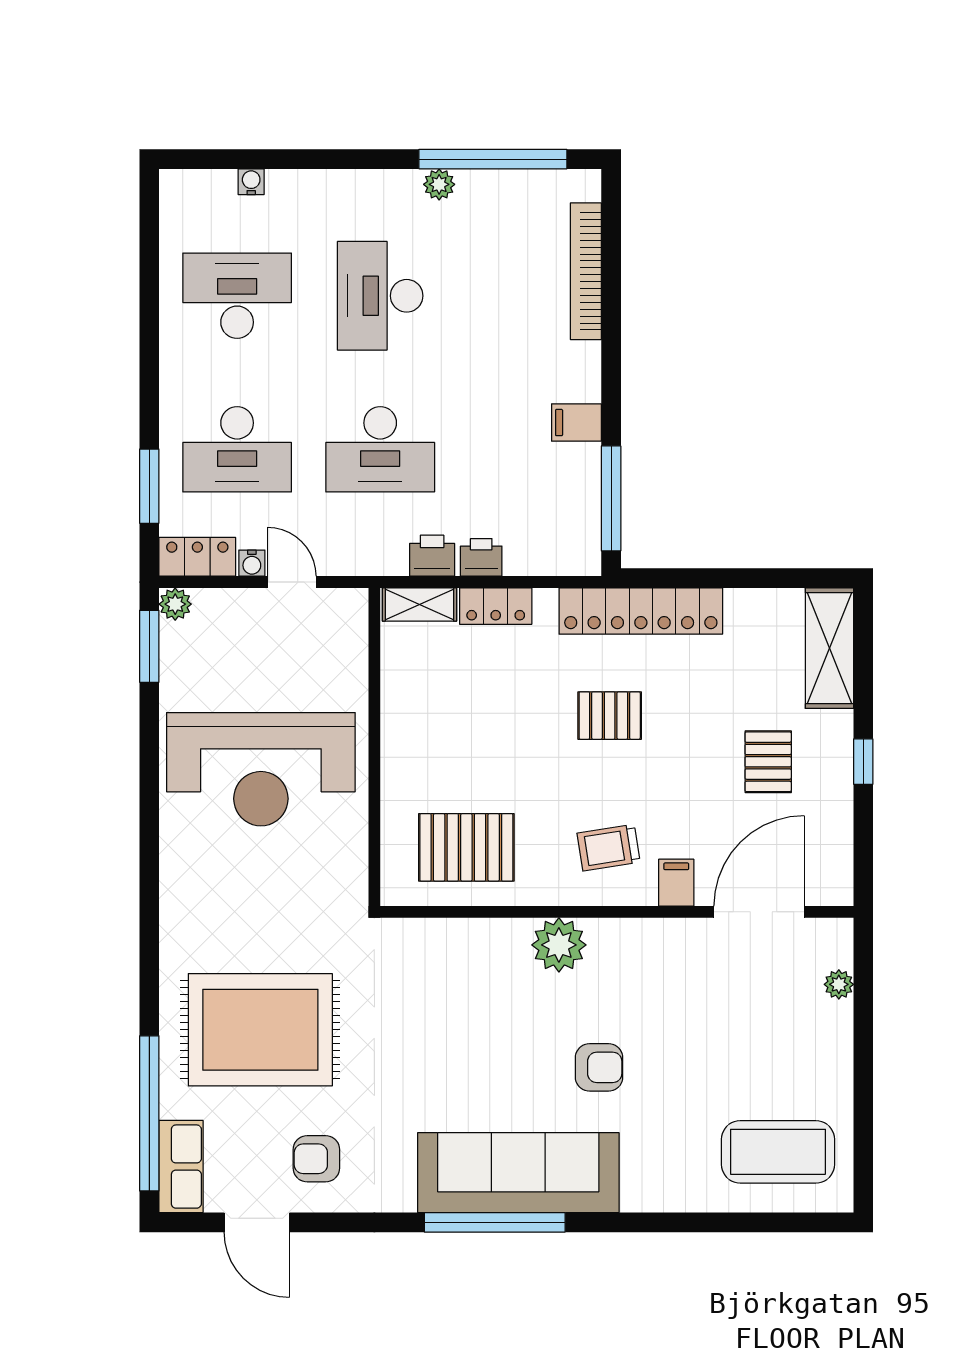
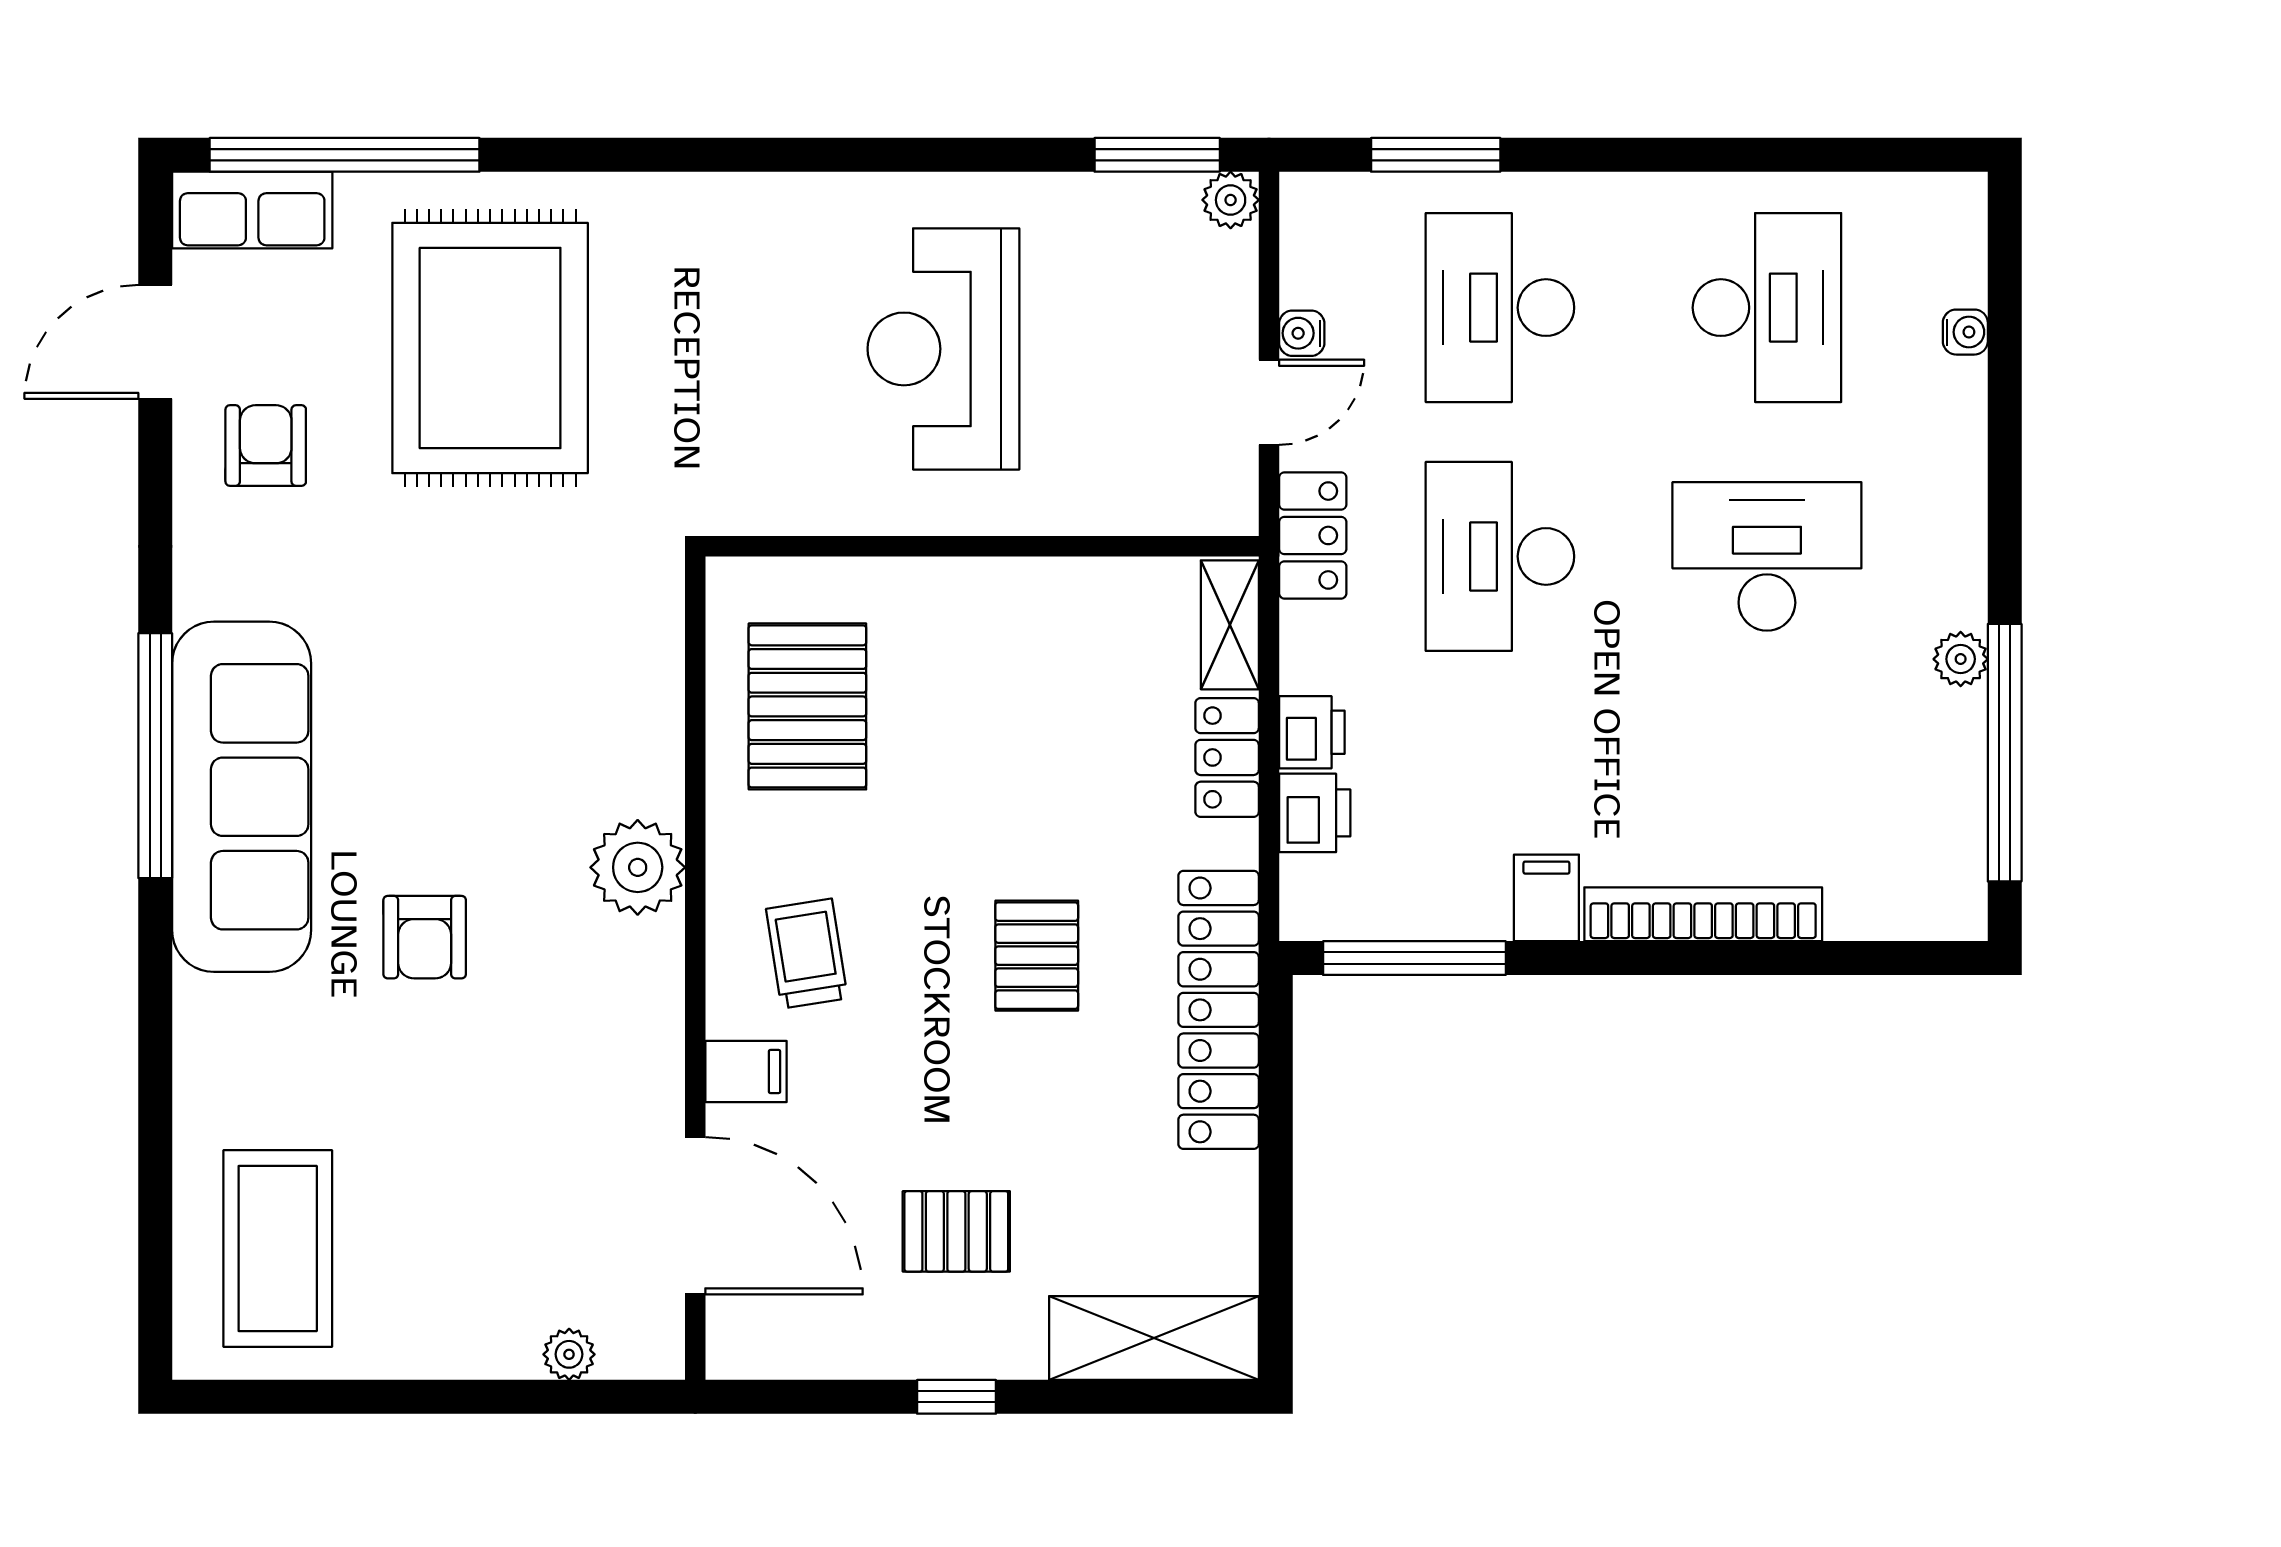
bookcase: (586, 271) -> (1703, 914), moved
printer: (432, 556) -> (1315, 813), moved
locker: (197, 557) -> (1313, 535), moved
reception desk: (261, 769) -> (943, 349), width x0.74, depth x0.77

